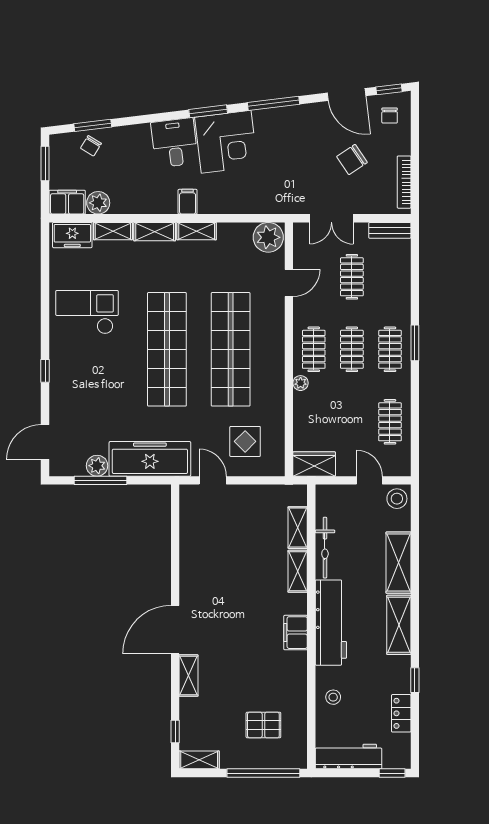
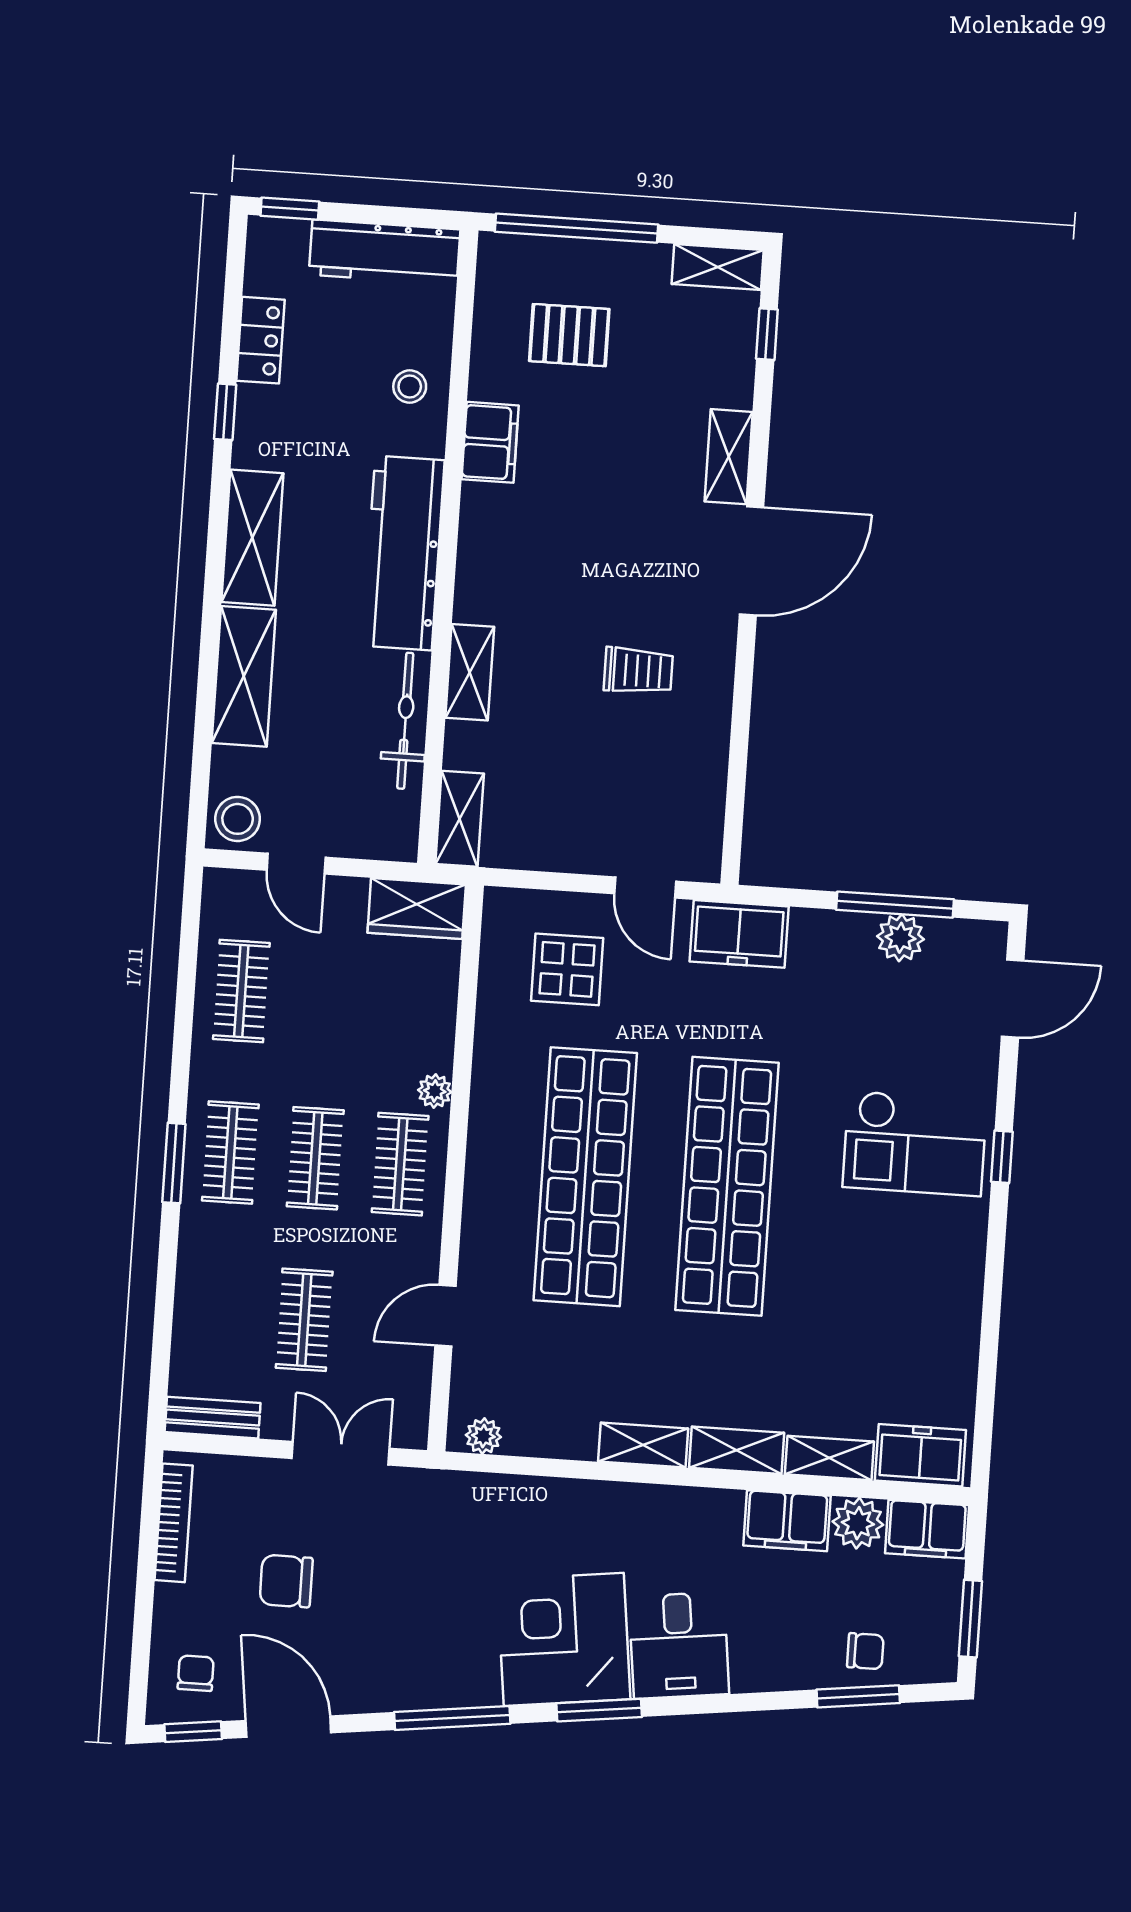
chair: (91, 146) -> (865, 1651), turned 59
chair: (352, 159) -> (286, 1581), turned -146
filing cabinet: (188, 202) -> (787, 1521), moved, width x2.00
plant: (268, 237) -> (483, 1436), width x0.53, depth x0.53
checkout: (87, 312) -> (915, 1143), moved
freezer: (150, 459) -> (739, 934), width x0.52, depth x0.79
shelving: (298, 528) -> (460, 819), moved
trolley: (222, 577) -> (638, 671), added
filing cabinet: (296, 633) -> (490, 442), moved

